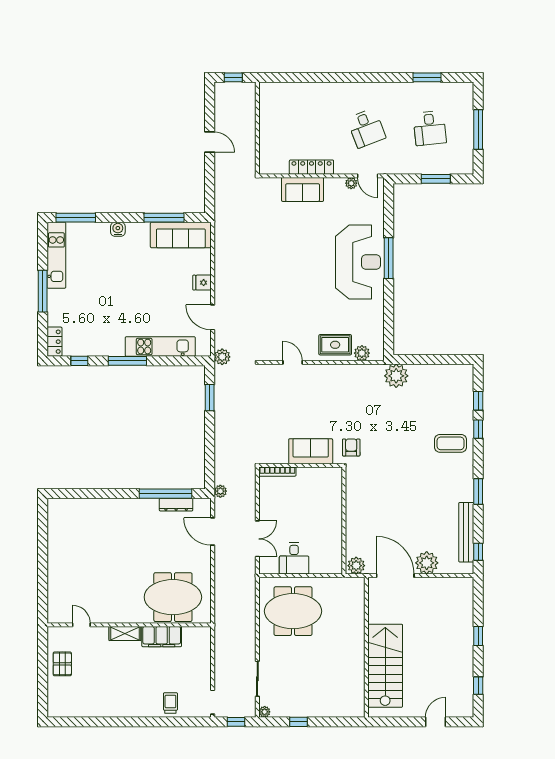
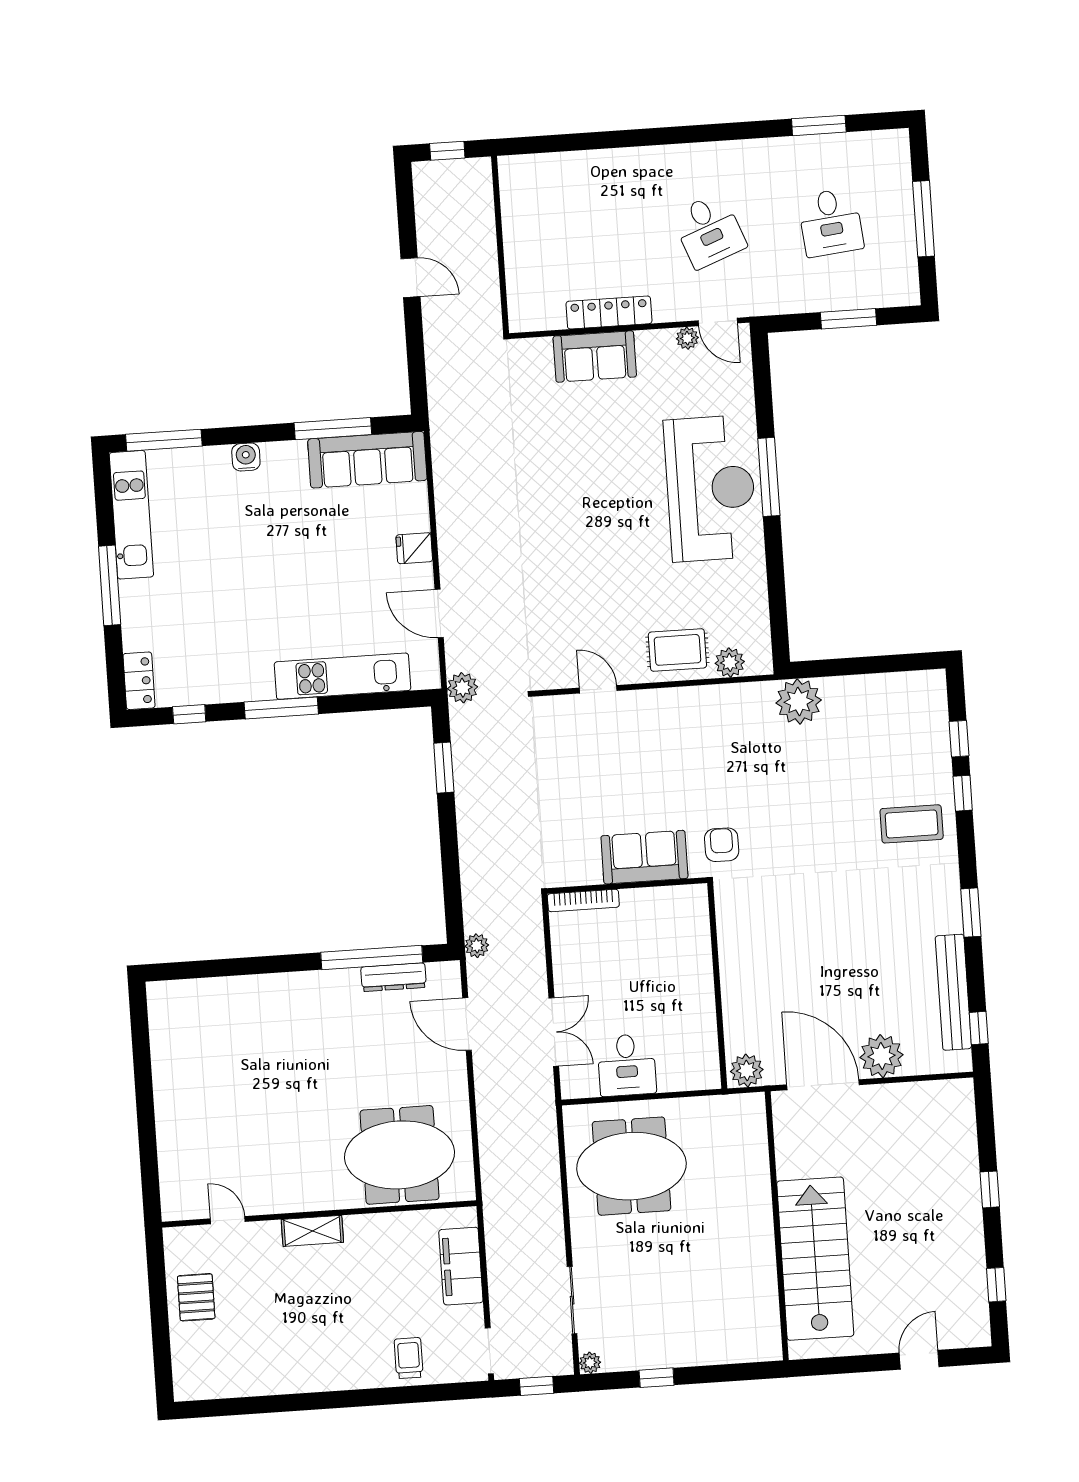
filing cabinet: (162, 637) -> (461, 1266), moved, turned 90

